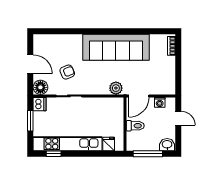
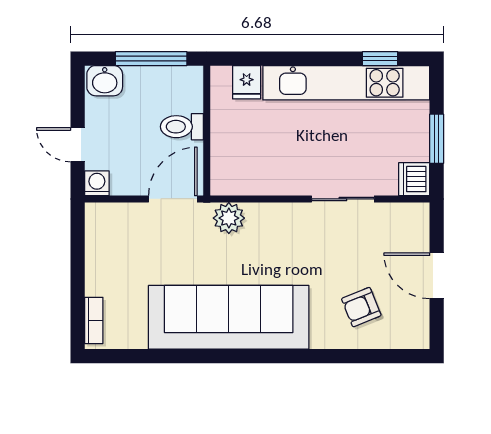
armchair: (67, 72) -> (361, 307), moved
floor lamp: (40, 87) -> (412, 220), removed
washing machine: (160, 102) -> (97, 183), moved

